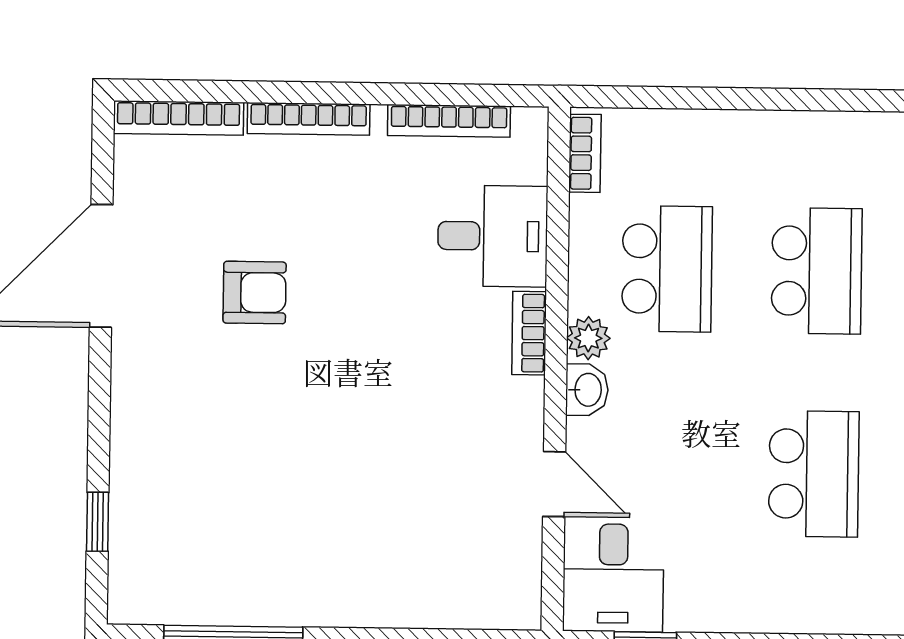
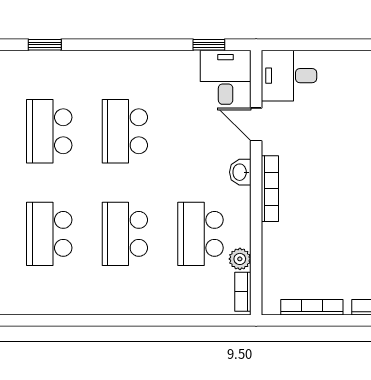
desk: (493, 236) -> (289, 76), moved
bookcase: (529, 333) -> (270, 189), width x1.56
plant: (588, 338) -> (240, 259), moved

